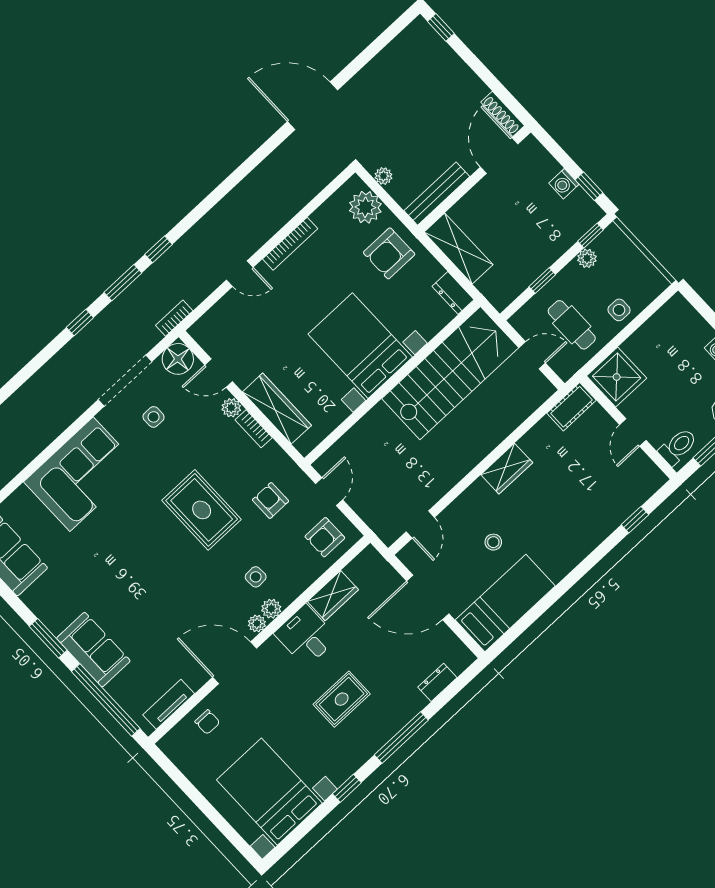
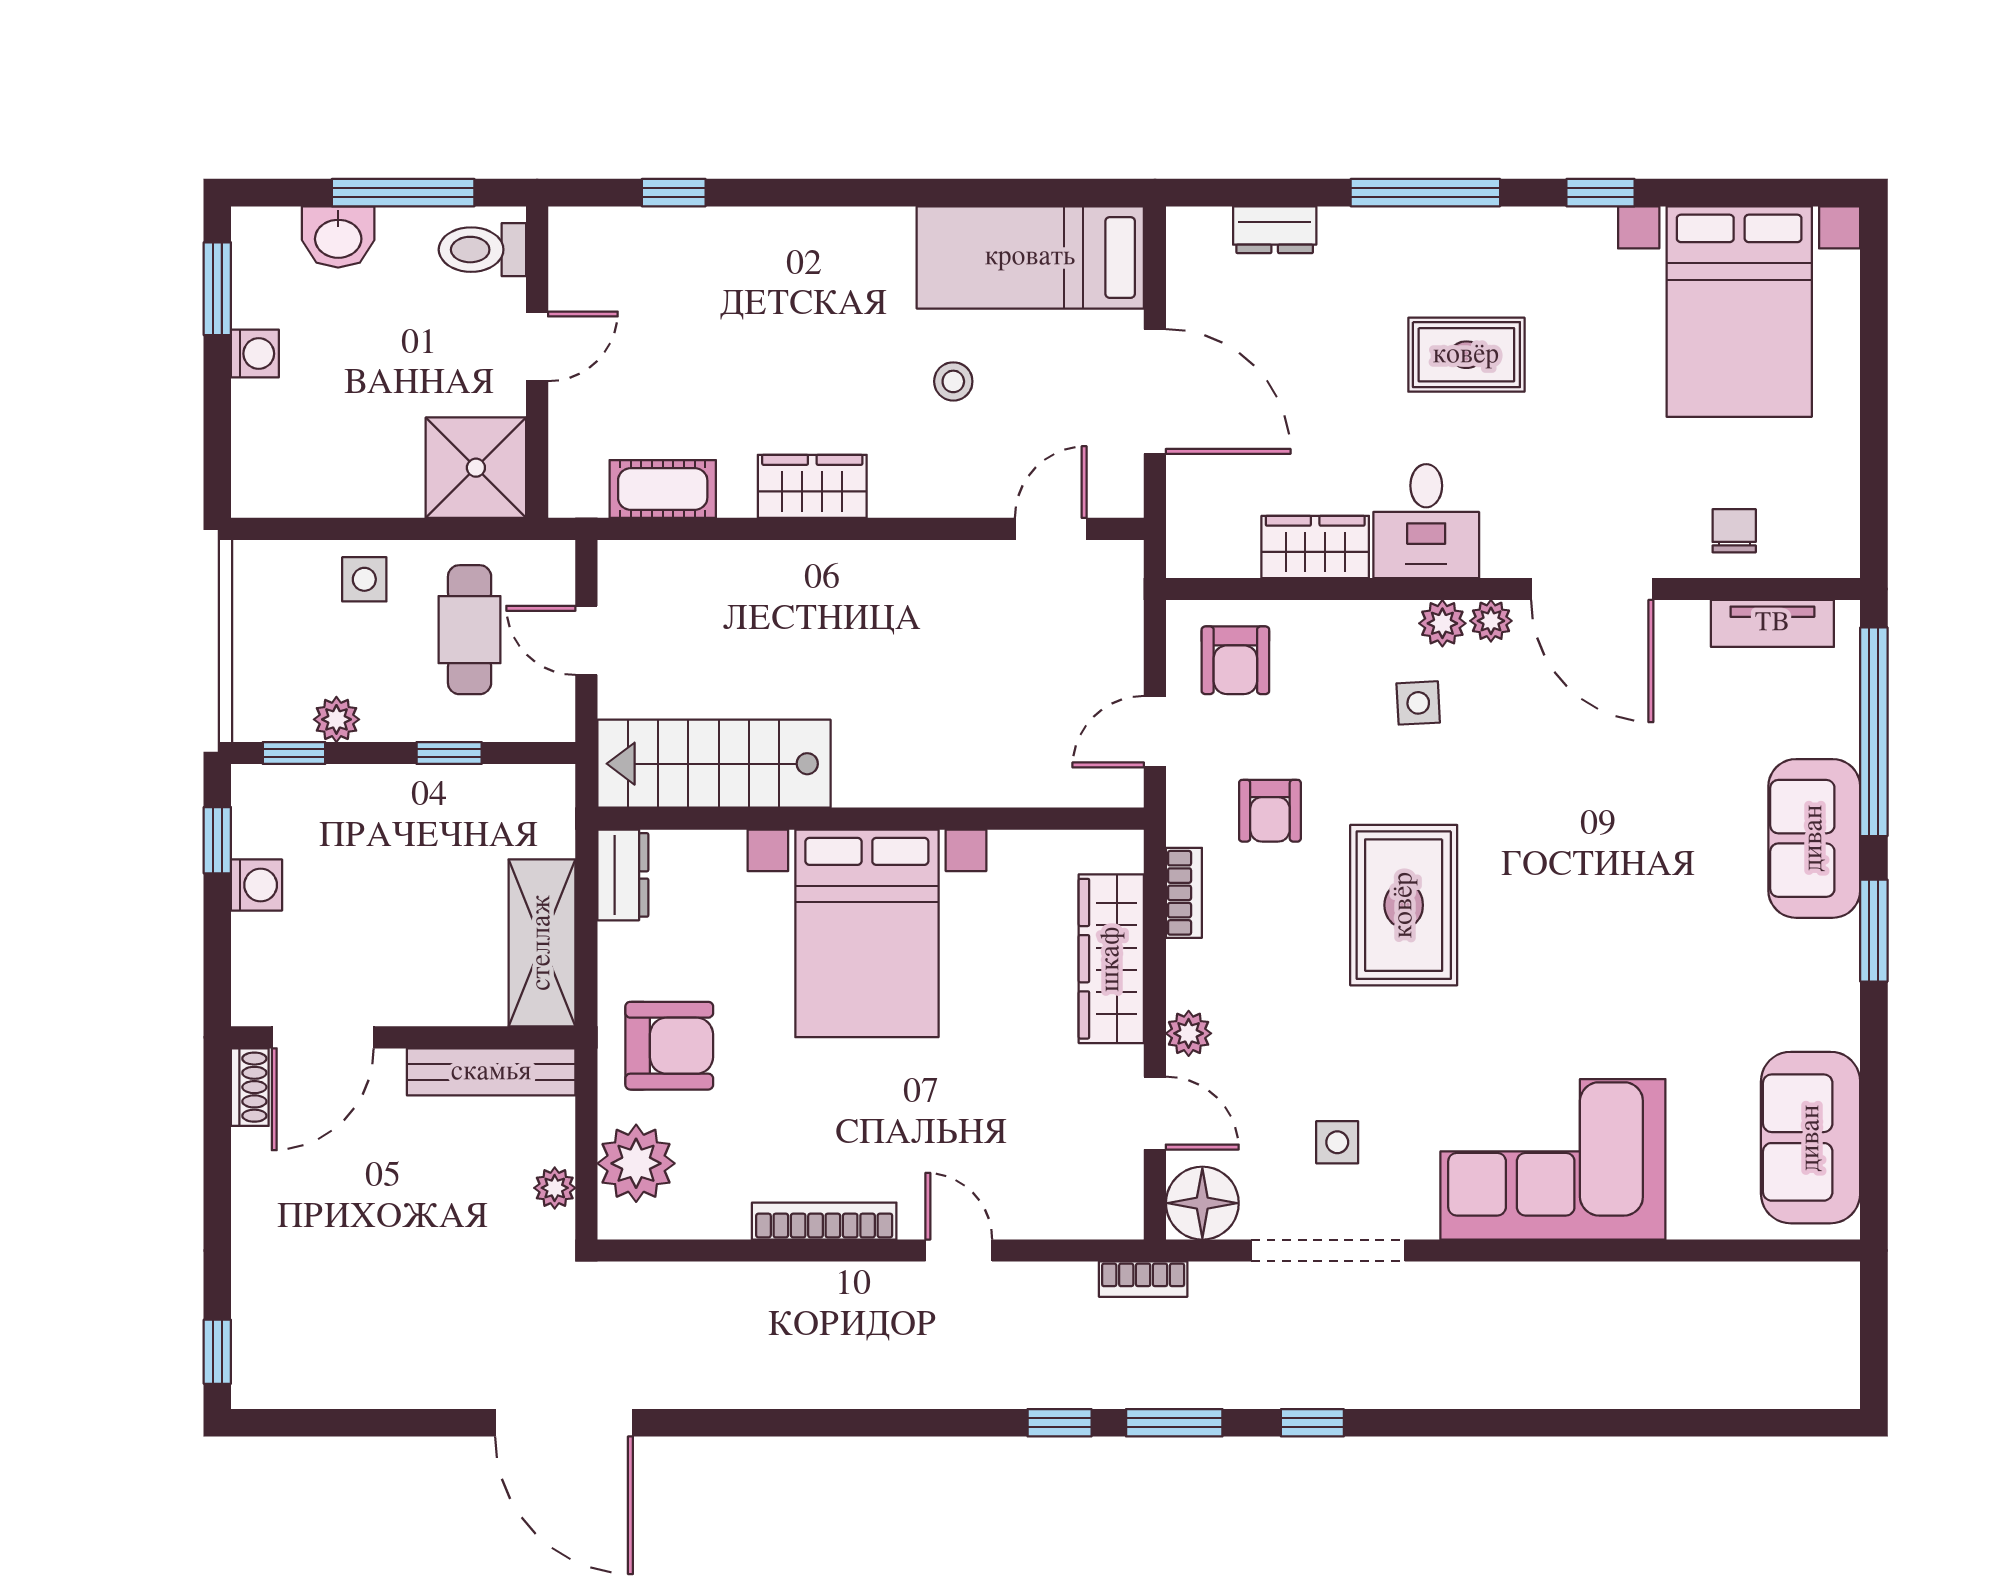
shoe rack: (503, 114) -> (250, 1087), width x0.70
stairs: (450, 373) -> (714, 764), width x0.73, depth x0.66
cot: (572, 407) -> (663, 489), moved
bookcase: (254, 429) -> (1184, 893), moved
armchair: (325, 537) -> (1235, 660), turned 90

